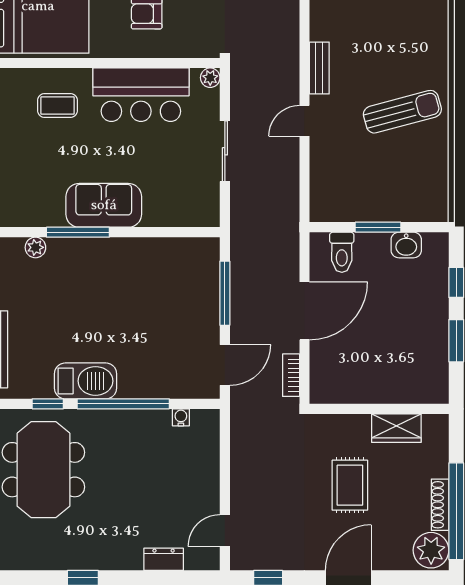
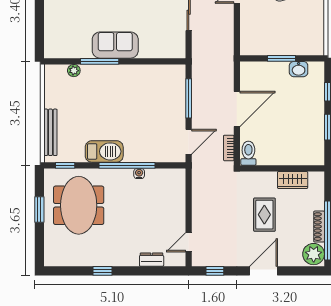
toilet: (342, 252) -> (248, 153), moved, turned 180
window: (48, 404) -> (65, 165), moved
water cooler: (181, 417) -> (139, 174), moved

